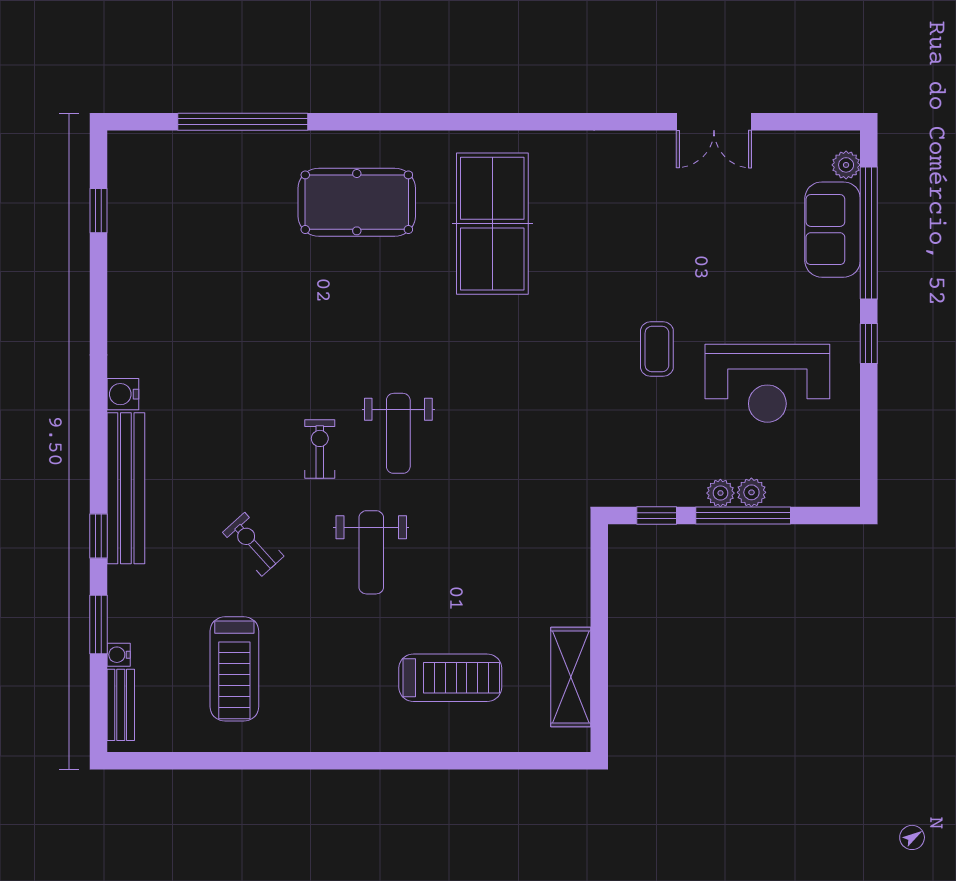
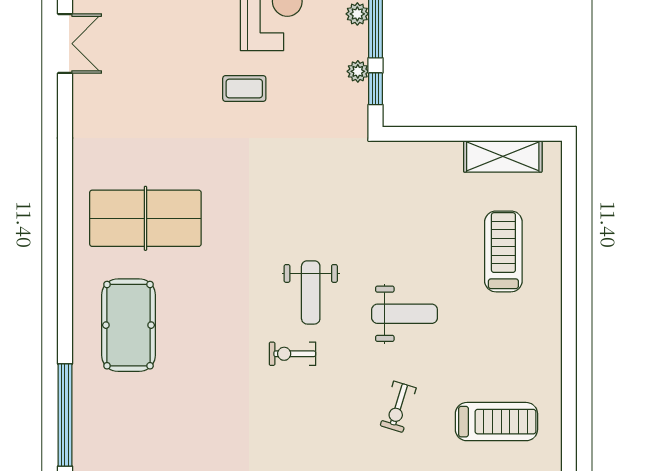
weight bench: (398, 433) -> (311, 292), turned 90
exercise bike: (320, 449) -> (292, 354), moved
plant: (720, 493) -> (358, 71), moved
exercise bike: (253, 544) -> (398, 407), turned -31

